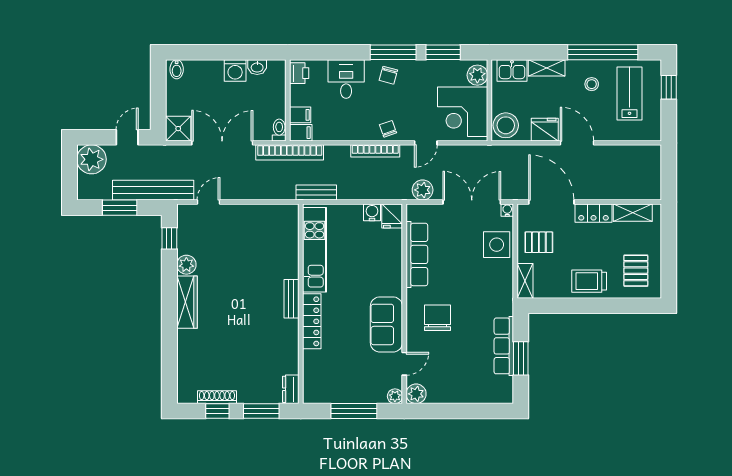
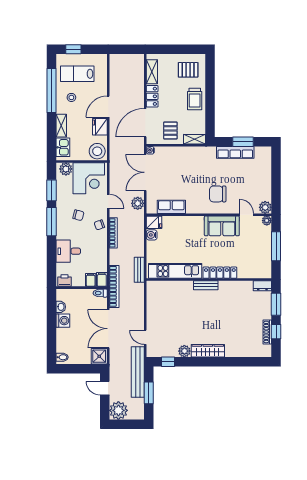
chair: (388, 75) -> (78, 215), moved
side table: (497, 245) -> (172, 157), removed
row of seats: (417, 254) -> (171, 207), width x0.68

